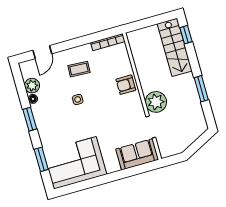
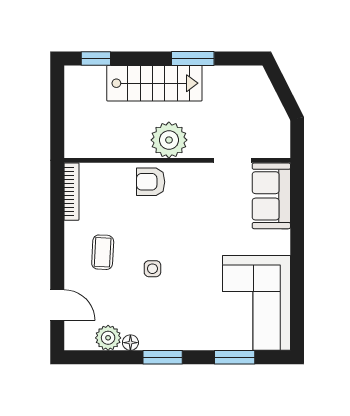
stairs: (175, 47) -> (154, 83), moved
armchair: (126, 85) -> (151, 182), turned 90
plant: (156, 102) -> (169, 140), moved

